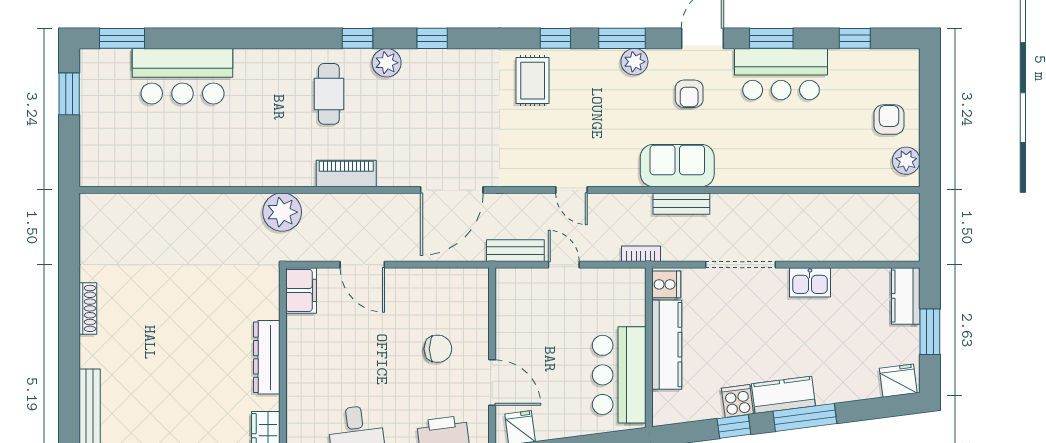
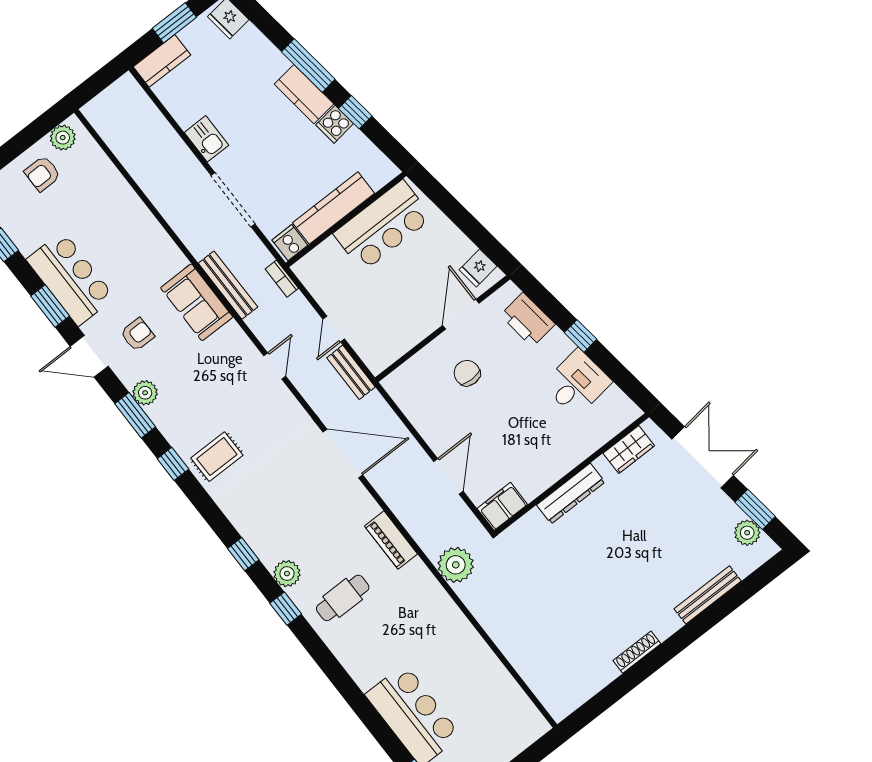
bench: (681, 204) -> (228, 285), width x1.36

